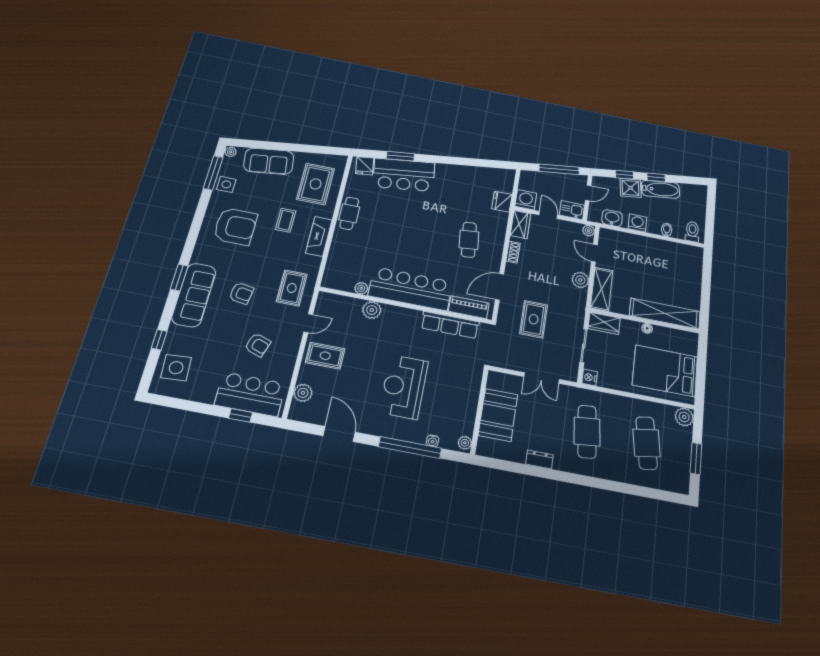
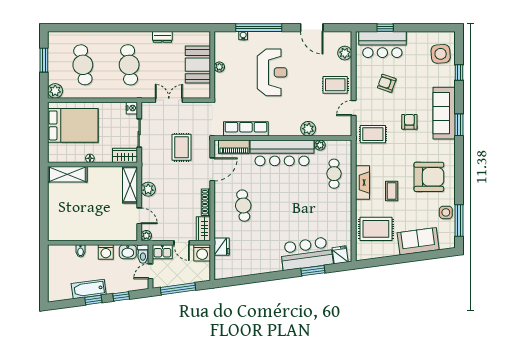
plant: (231, 152) -> (450, 243), removed
rug: (316, 184) -> (376, 229), turned 90
shower: (631, 188) -> (115, 285), removed
cafe table: (349, 213) -> (334, 174), moved
armchair: (235, 226) -> (429, 177), turned 180
toilet: (692, 232) -> (143, 254), moved
shoe rack: (513, 252) -> (206, 202), width x1.43
rug: (292, 288) -> (373, 134), turned 90
armchair: (241, 293) -> (409, 122), turned 81
shelving: (665, 313) -> (67, 174), width x0.68
plant: (465, 443) -> (219, 67), moved

